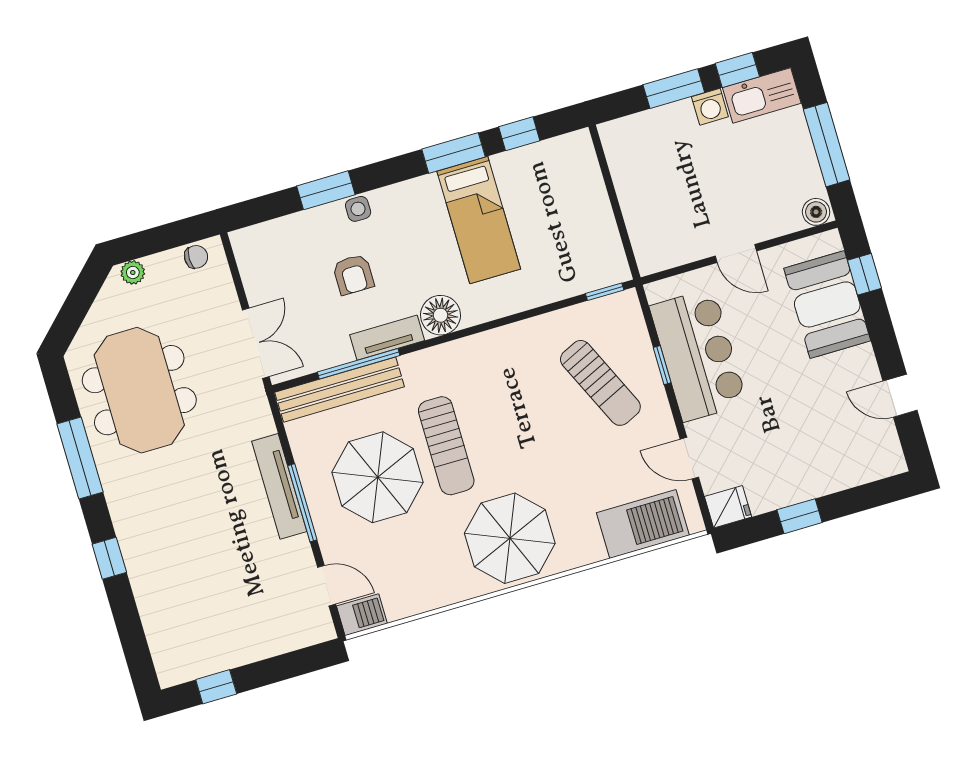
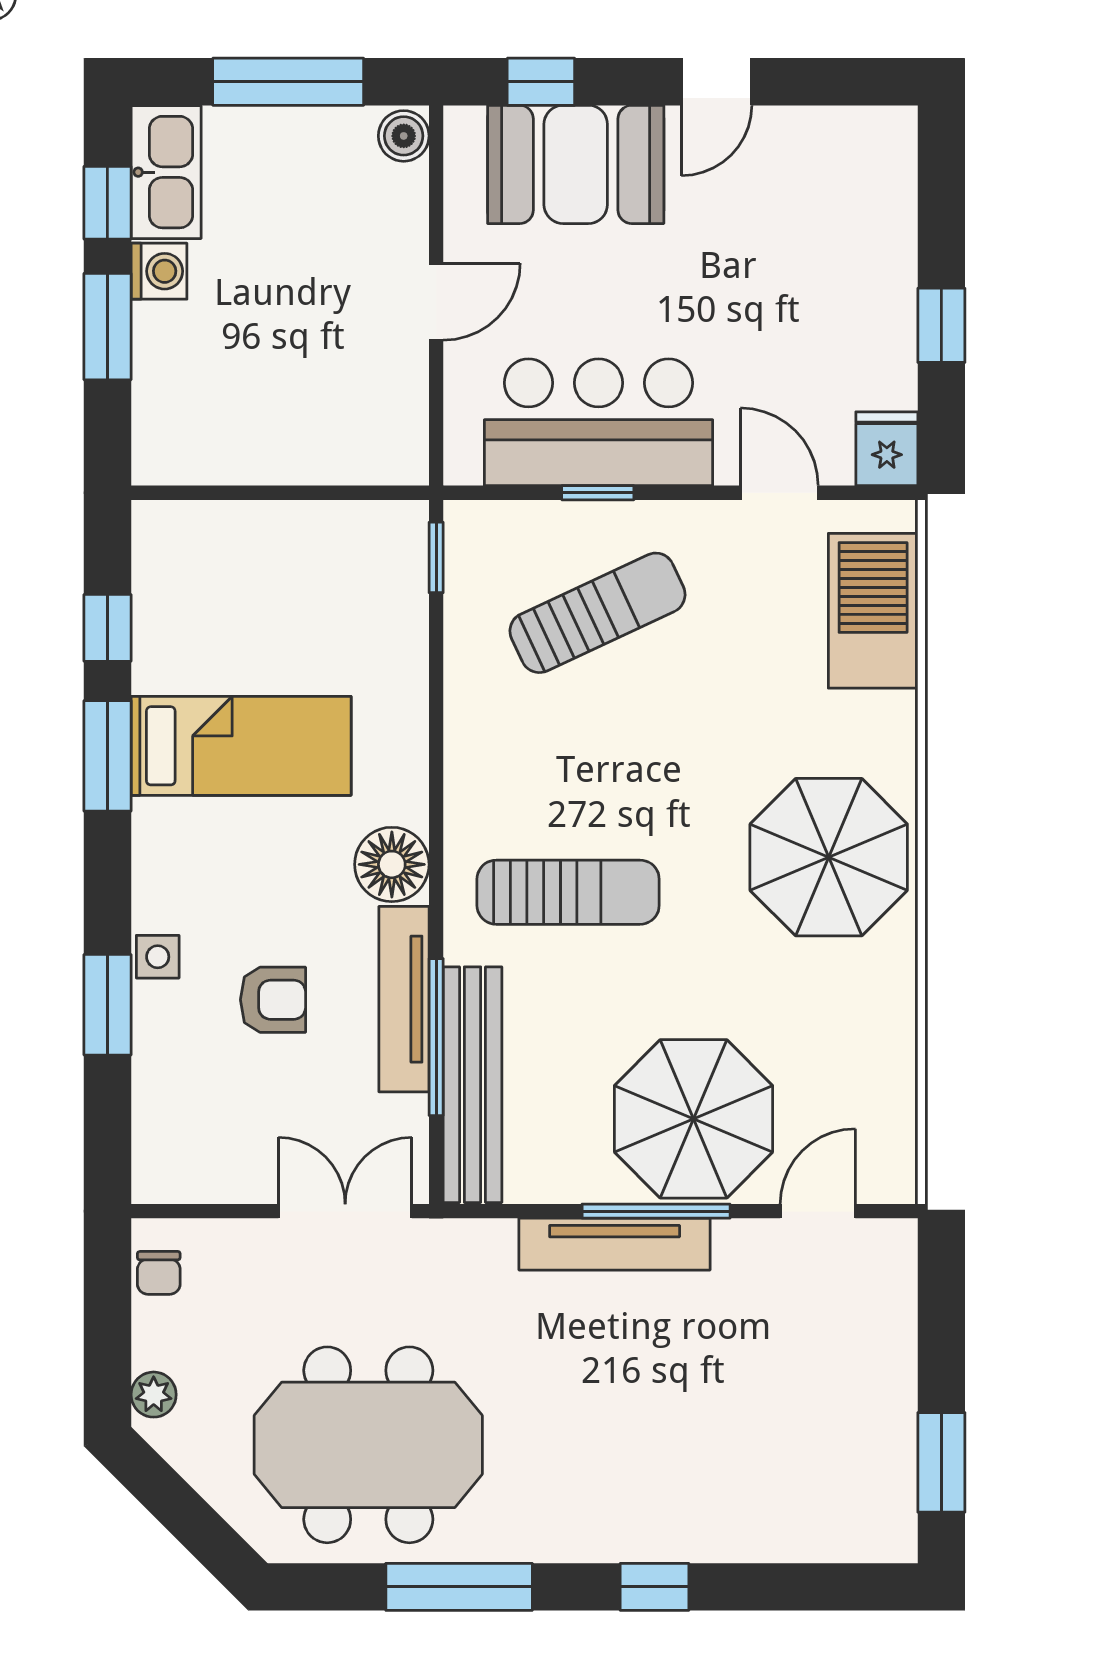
chair: (196, 257) -> (159, 1273), turned 180
tv unit: (387, 338) -> (404, 999), width x1.41
door: (900, 396) -> (717, 82), moved
sun lounger: (446, 446) -> (568, 892), moved
door: (689, 458) -> (779, 493), swing flipped
parasol: (378, 477) -> (694, 1119), moved
barbecue: (362, 615) -> (889, 1163), removed
window: (216, 687) -> (941, 1462), width x1.50

